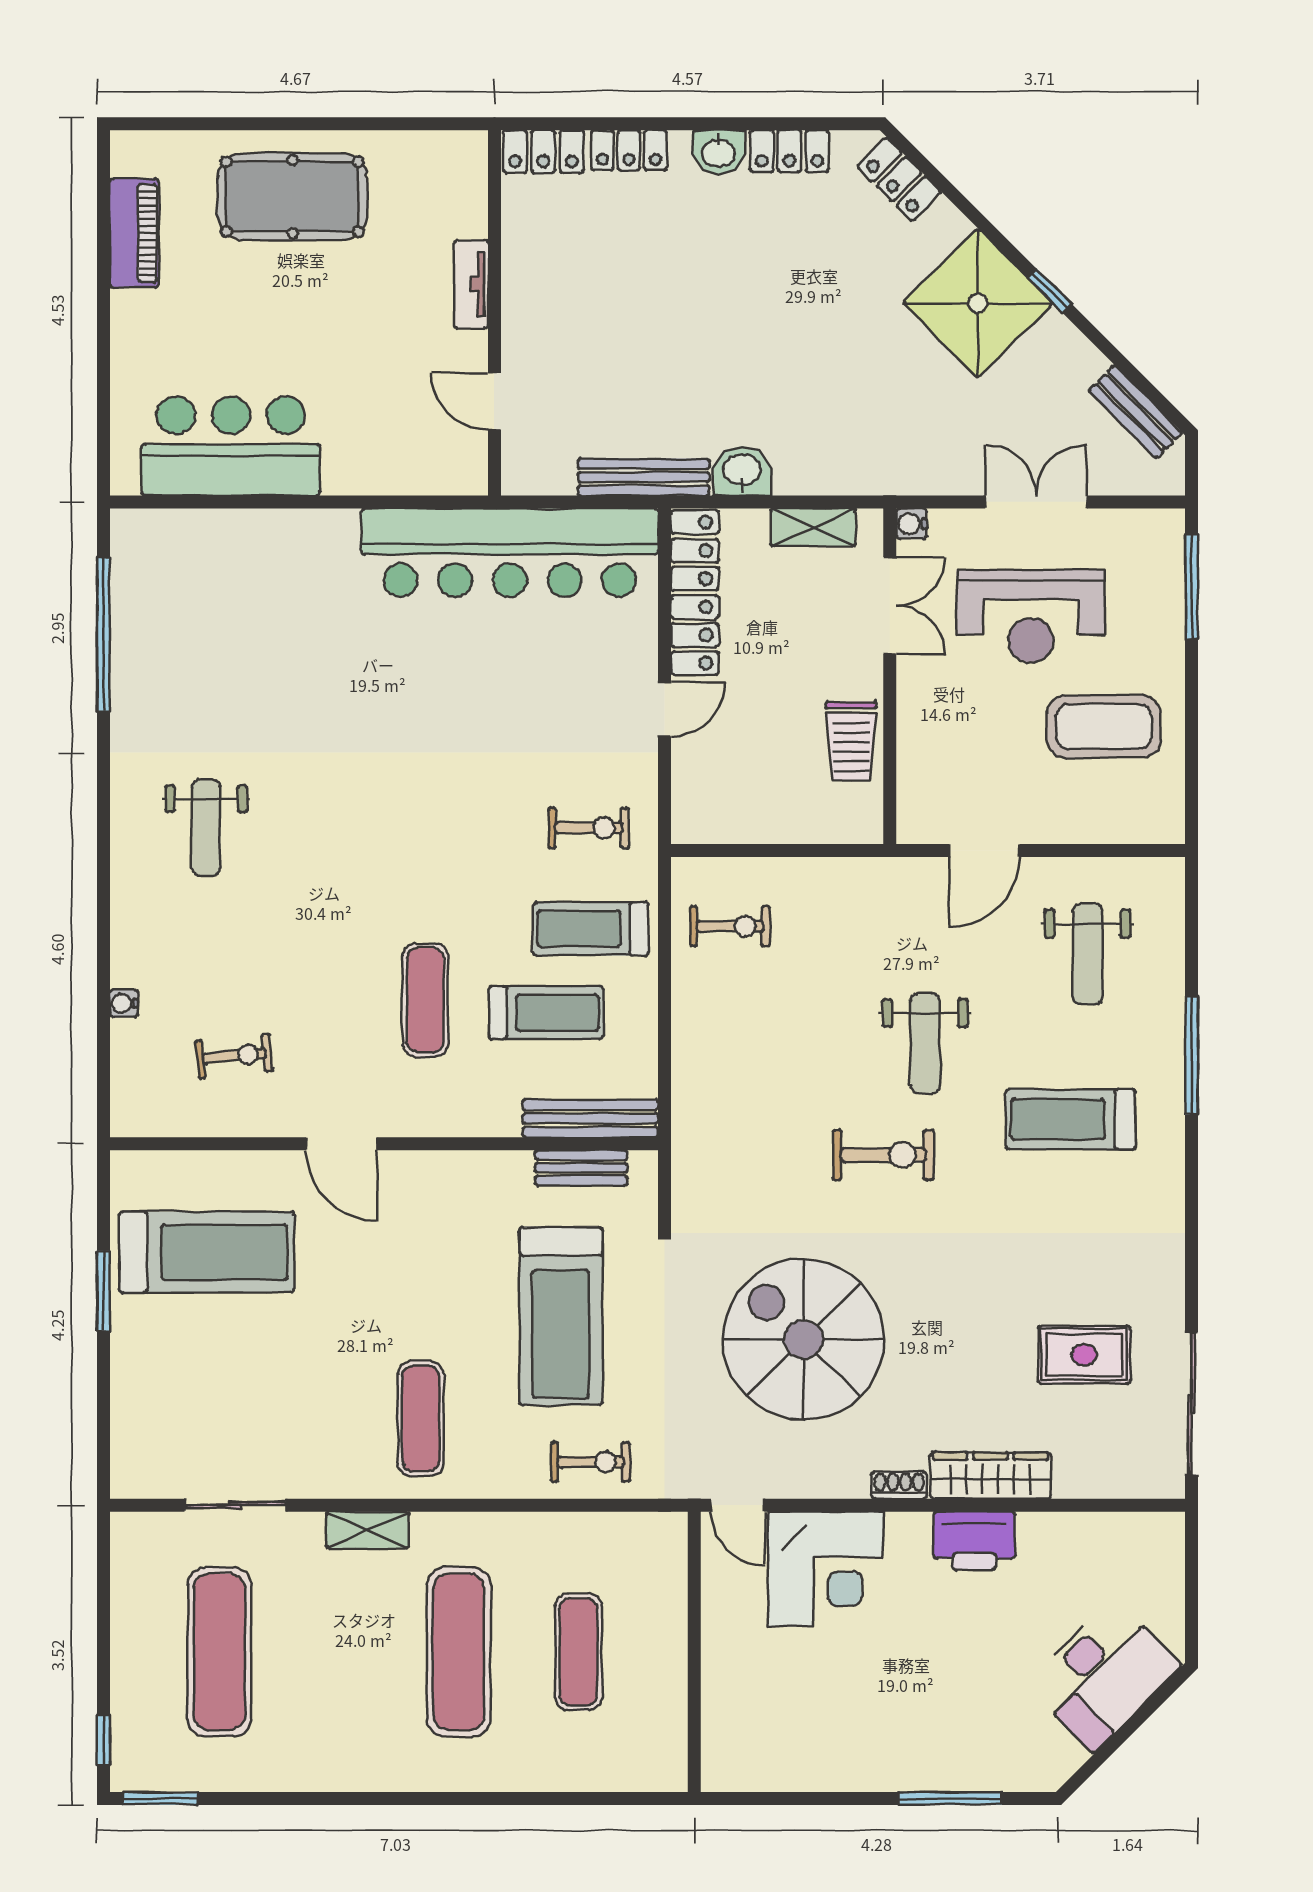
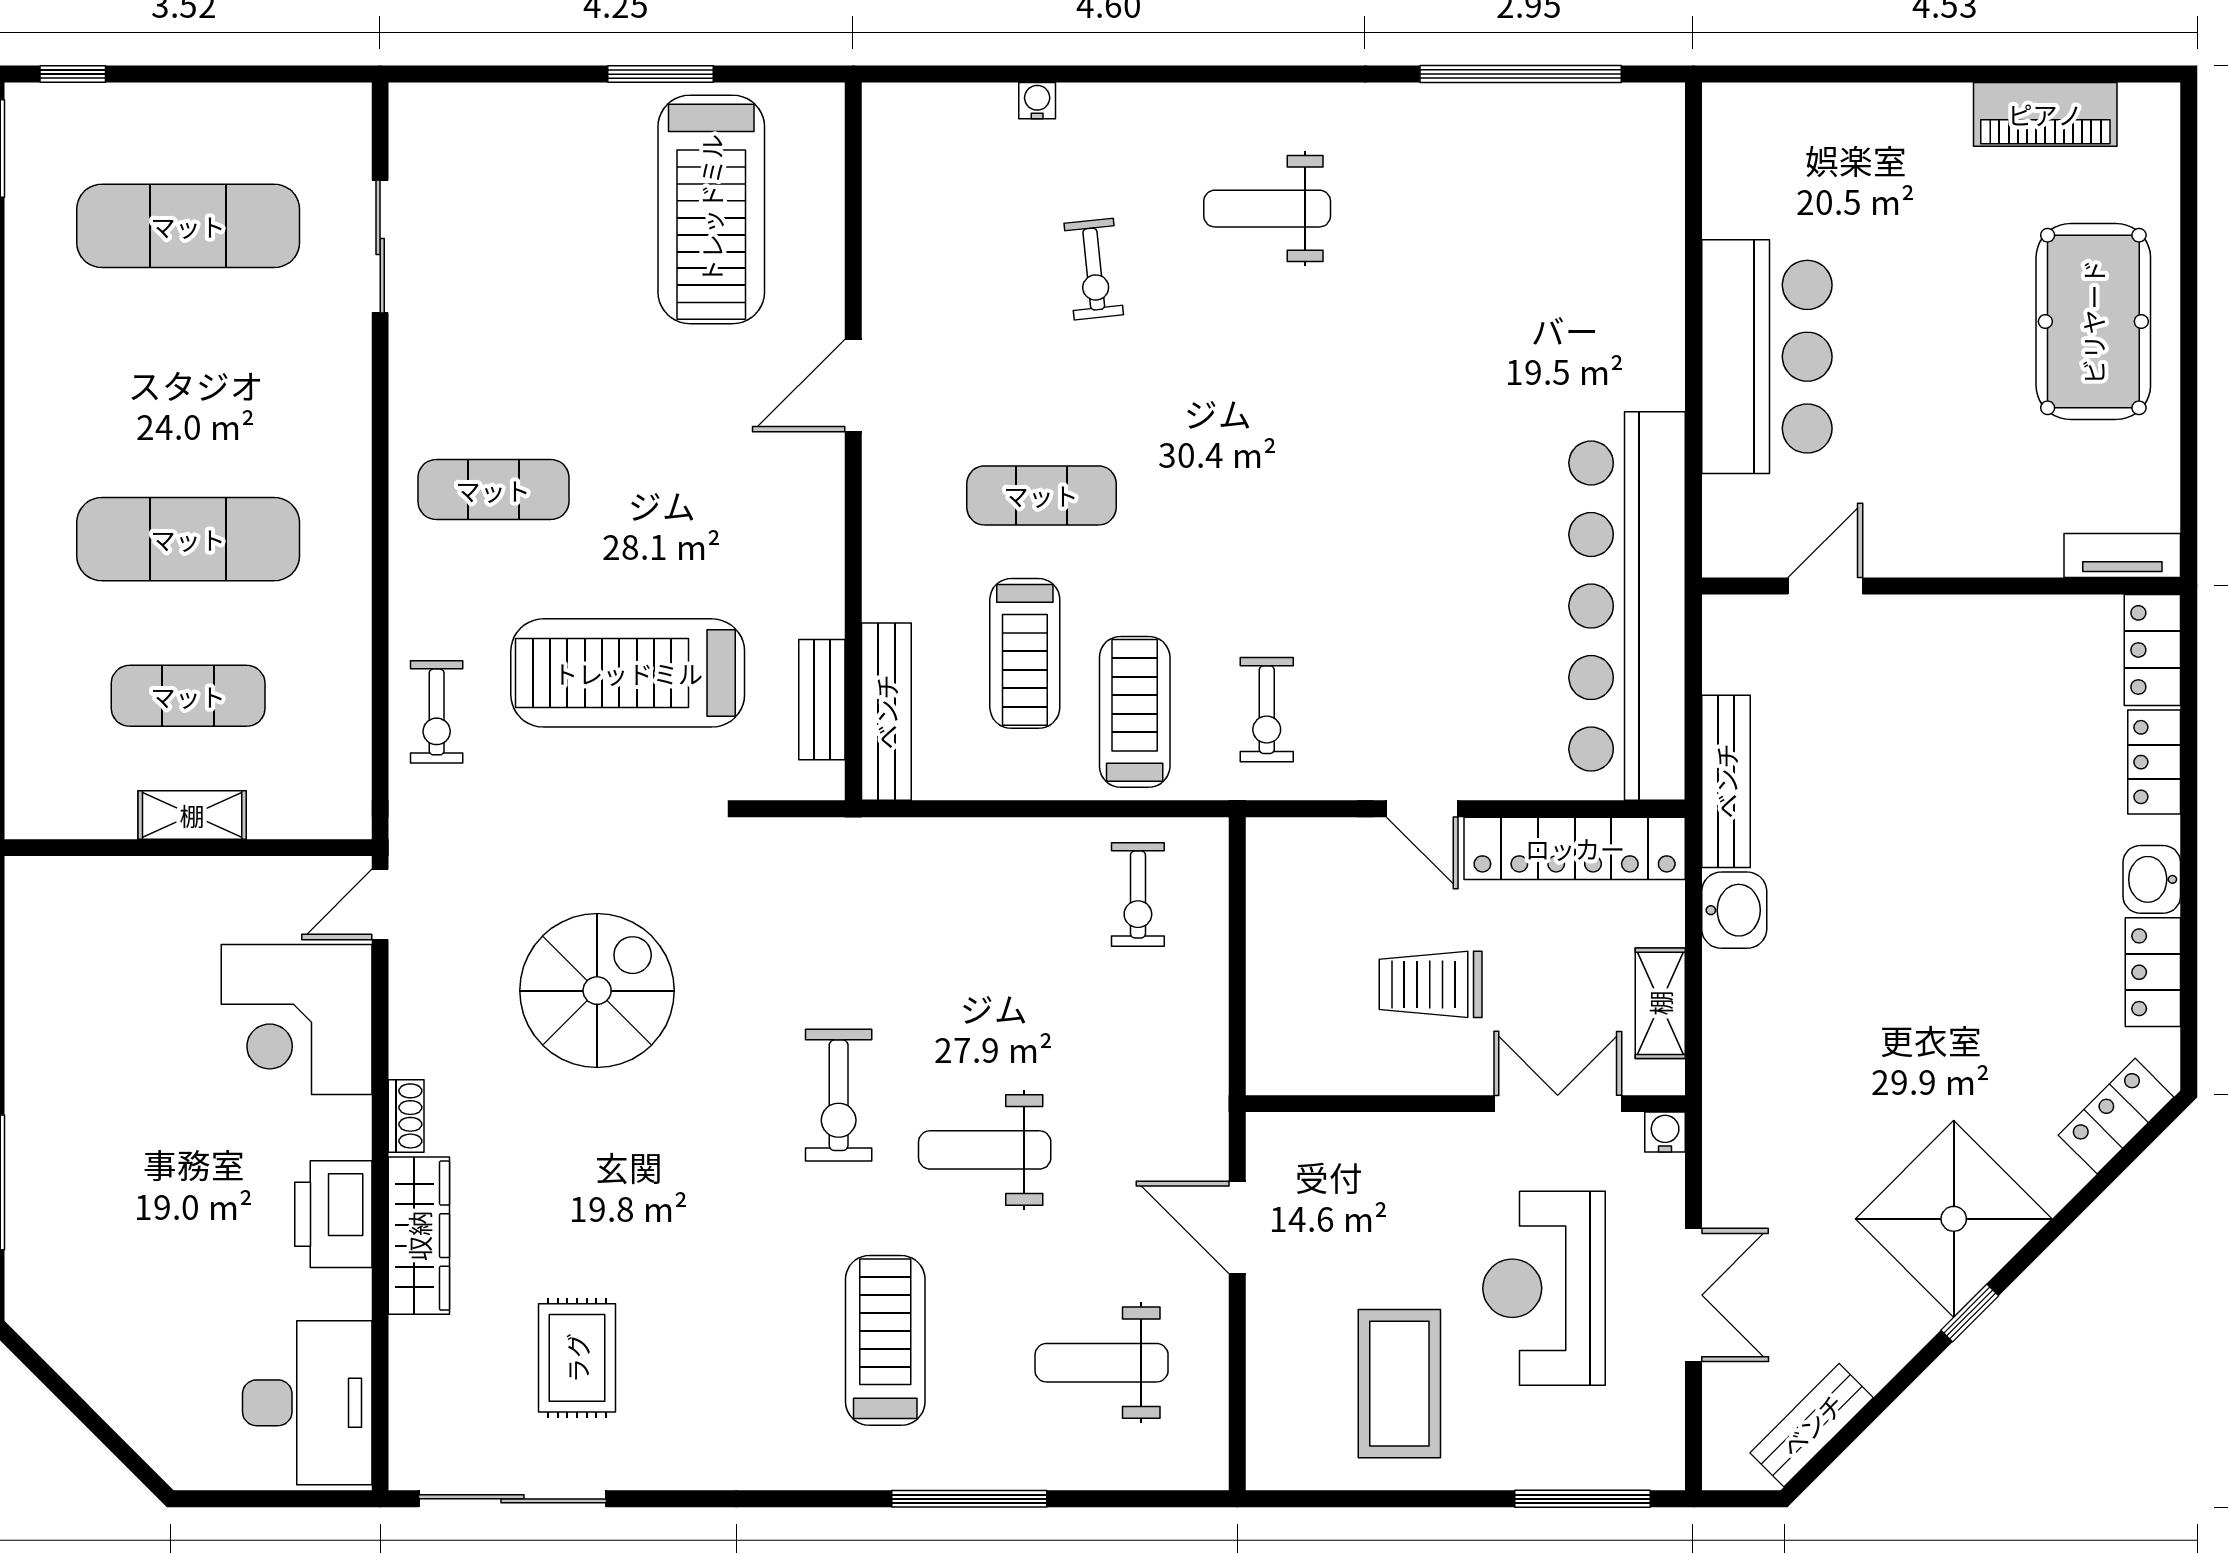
tv unit: (471, 284) -> (2122, 556), moved
bar counter: (231, 446) -> (1767, 357), moved
double door: (890, 606) -> (1558, 1104), swing flipped
trolley: (851, 741) -> (1431, 984), moved
exercise bike: (234, 1056) -> (1094, 269), moved
spiral stairs: (803, 1339) -> (597, 991), width x0.73, depth x0.73
shelving: (367, 1530) -> (192, 815), moved, turned 90
desk: (1103, 1675) -> (307, 1403), moved, turned -135

